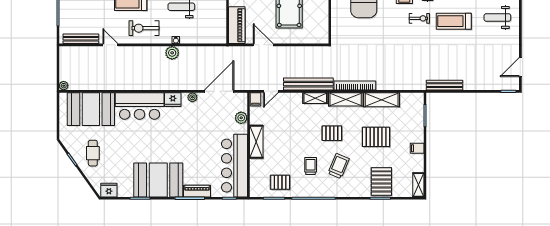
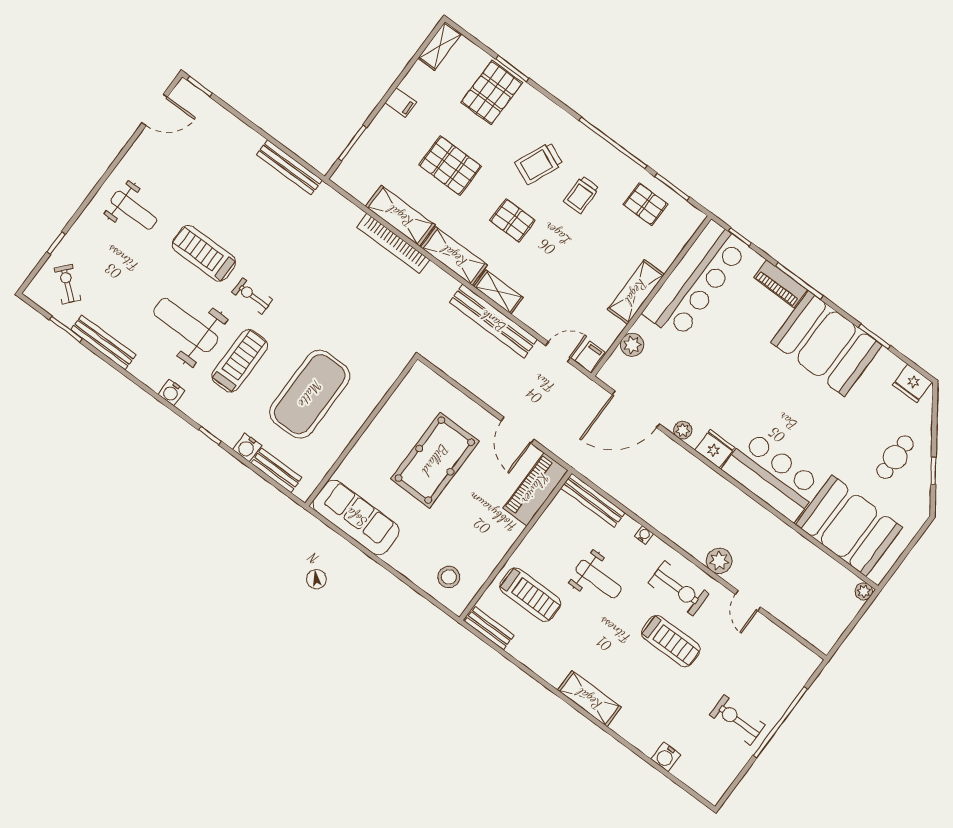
treadmill: (454, 21) -> (204, 253), turned 180
bench: (81, 39) -> (593, 500), moved
plant: (172, 53) -> (719, 561), moved
bookcase: (355, 85) -> (393, 244), moved

